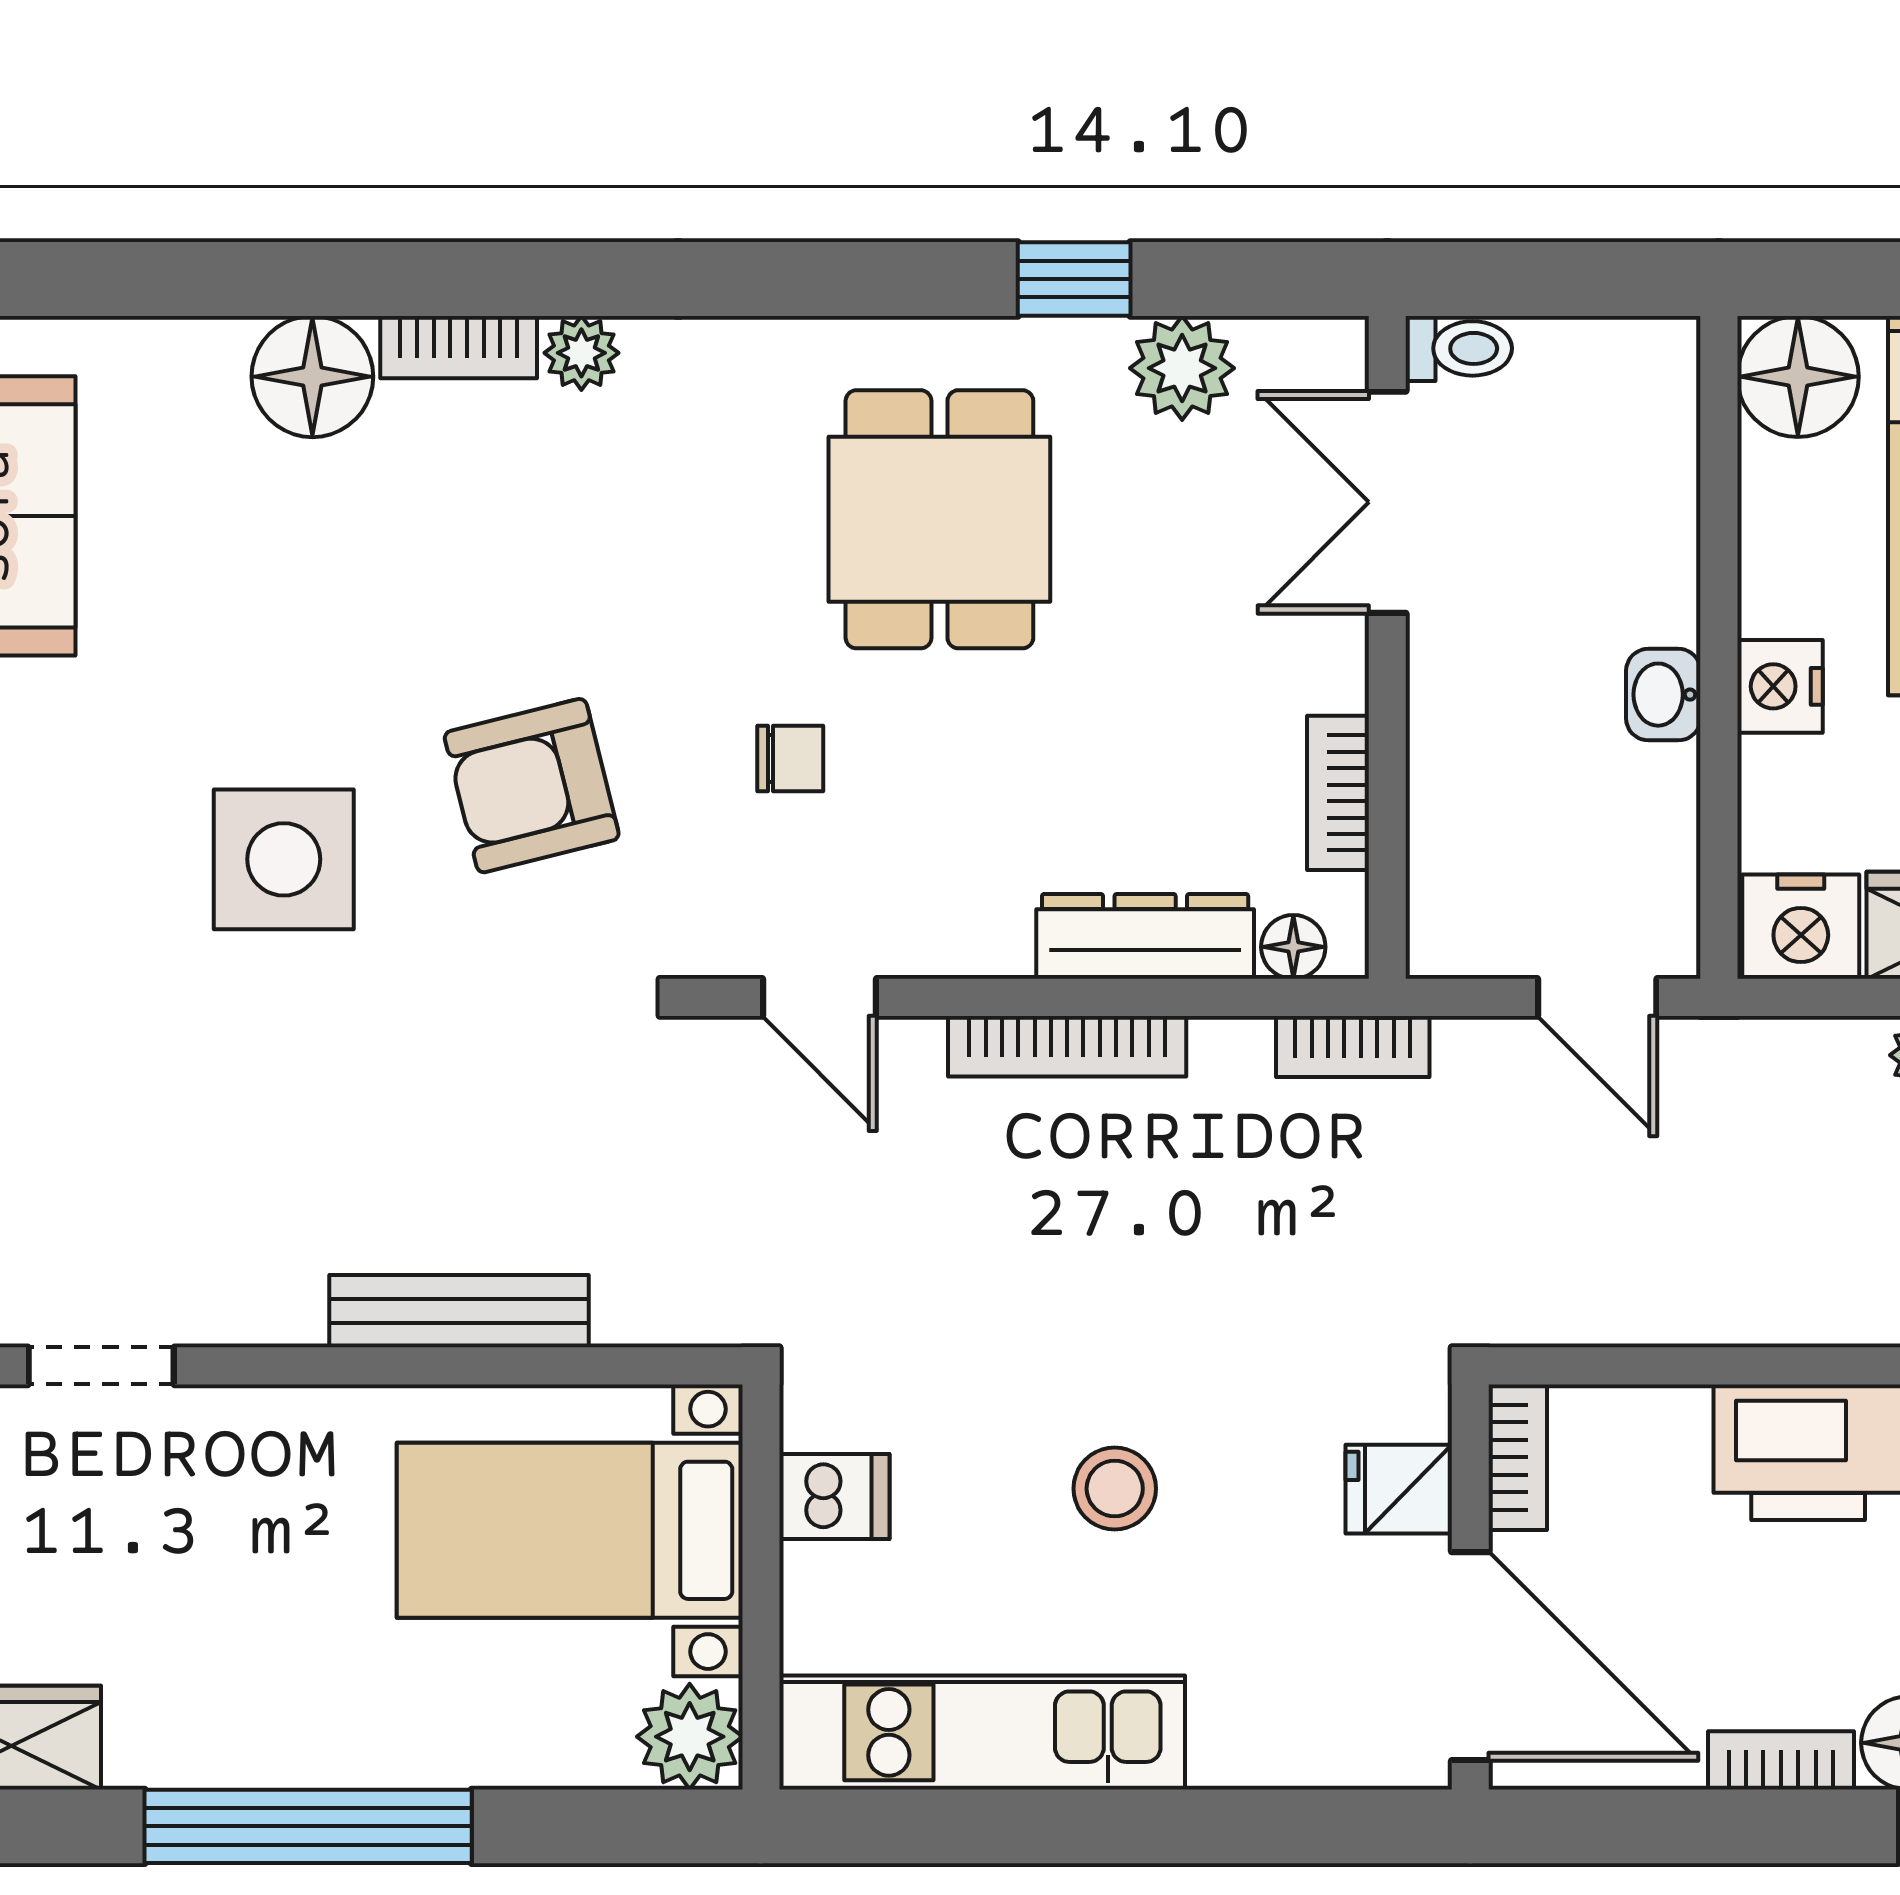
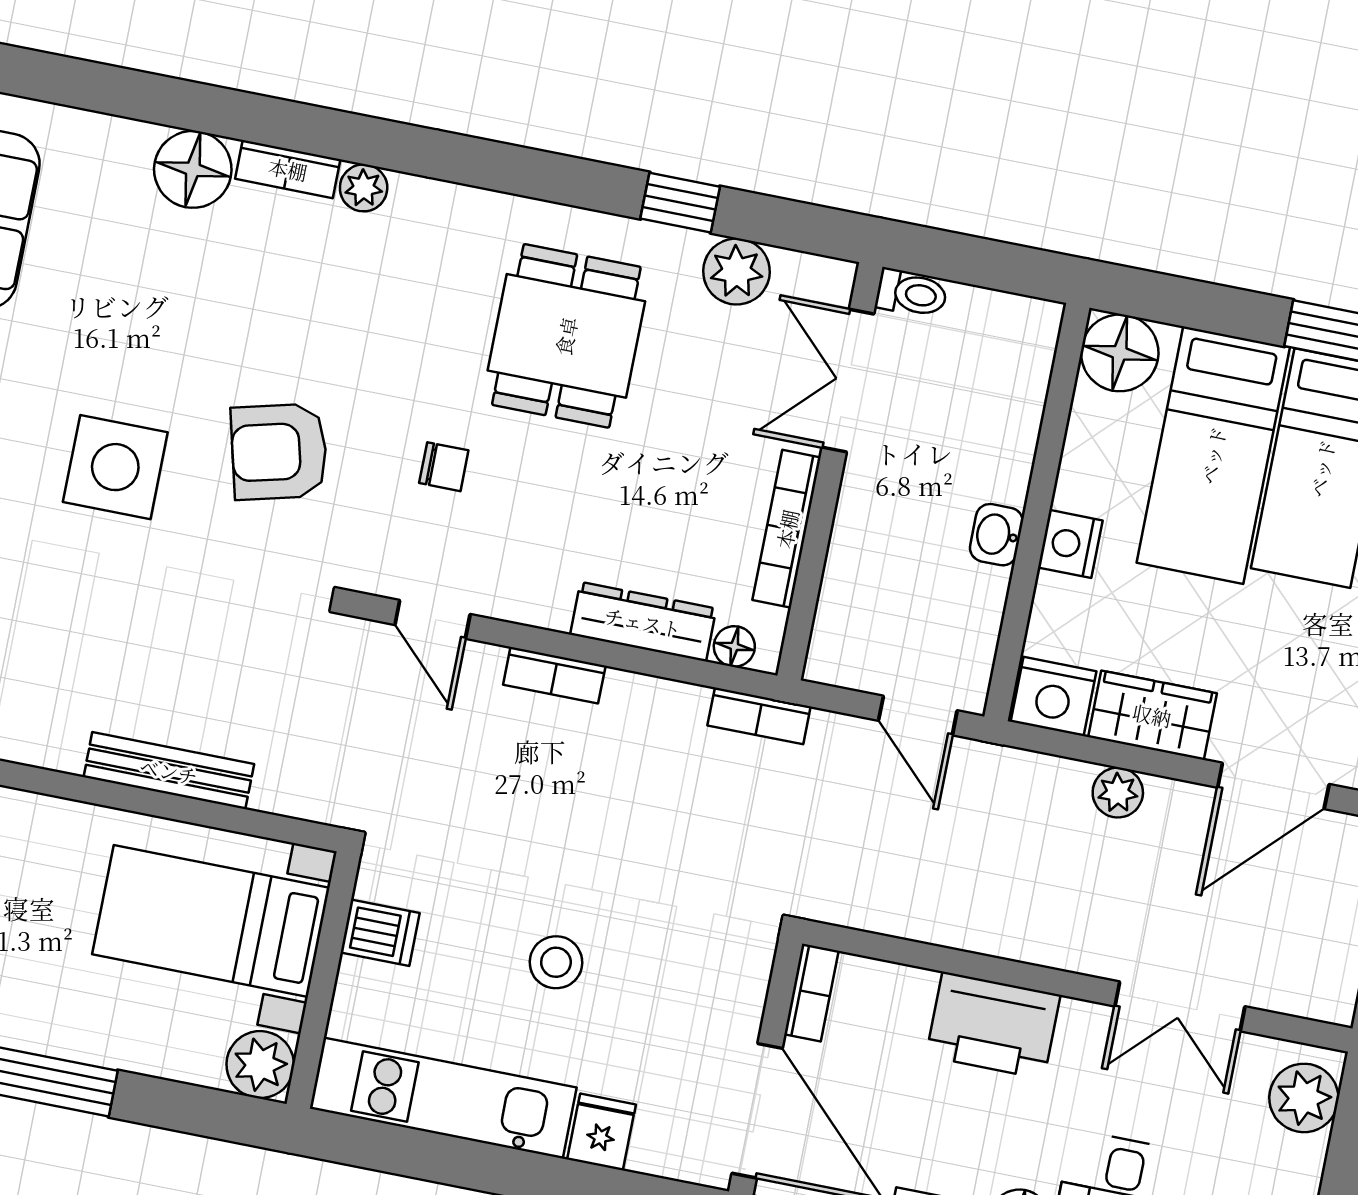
bookcase: (1338, 793) -> (787, 529), width x1.56
bookcase: (1067, 1046) -> (554, 675), width x0.64
fridge: (1399, 1489) -> (601, 1132), moved, turned 90

